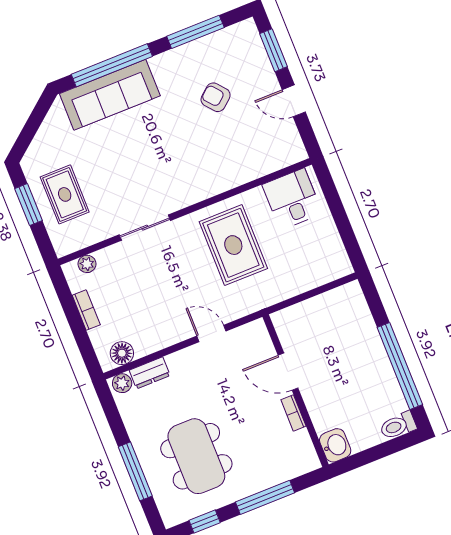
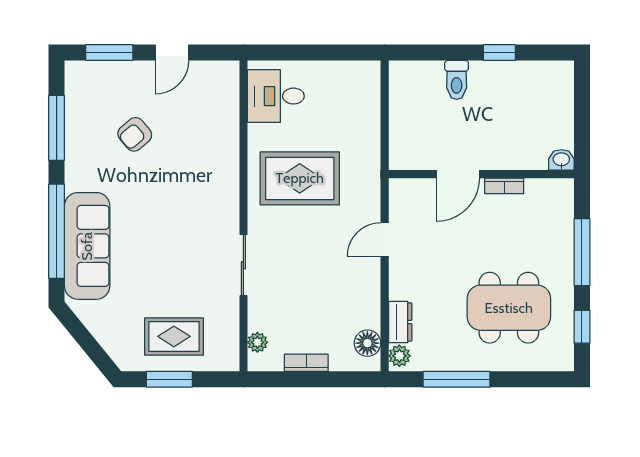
window: (400, 366) -> (499, 53), width x0.32
toilet: (398, 426) -> (457, 80), moved
washbasin: (335, 445) -> (561, 160), width x0.72, depth x0.69
window: (135, 471) -> (456, 379), moved

